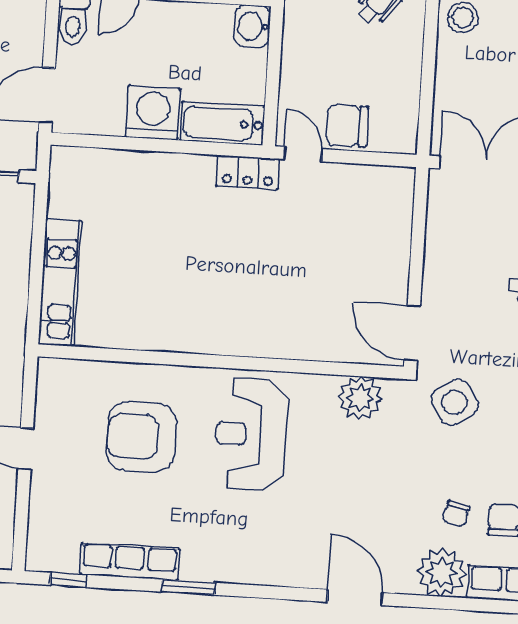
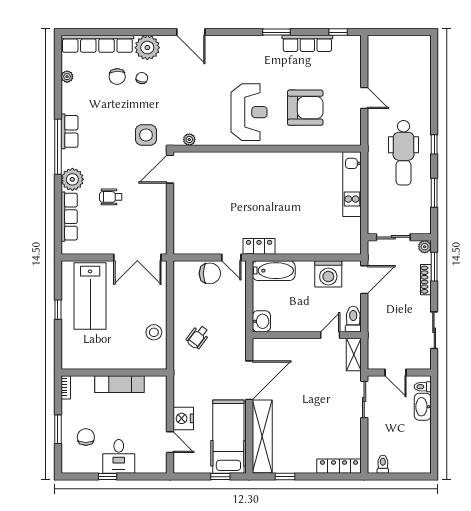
washing machine: (153, 113) -> (328, 274), moved
door: (412, 333) -> (170, 169), swing flipped
plant: (360, 398) -> (189, 140), width x0.53, depth x0.53
side table: (455, 402) -> (146, 135), turned 33

